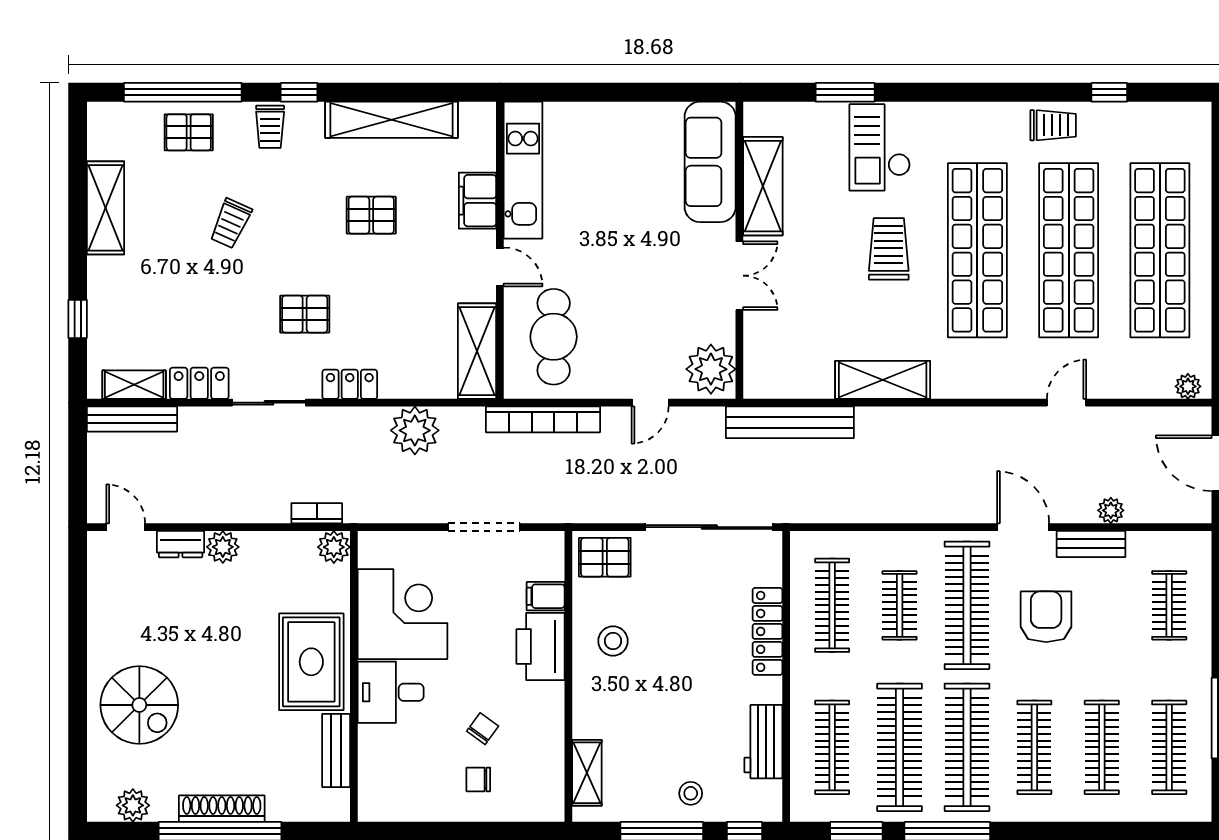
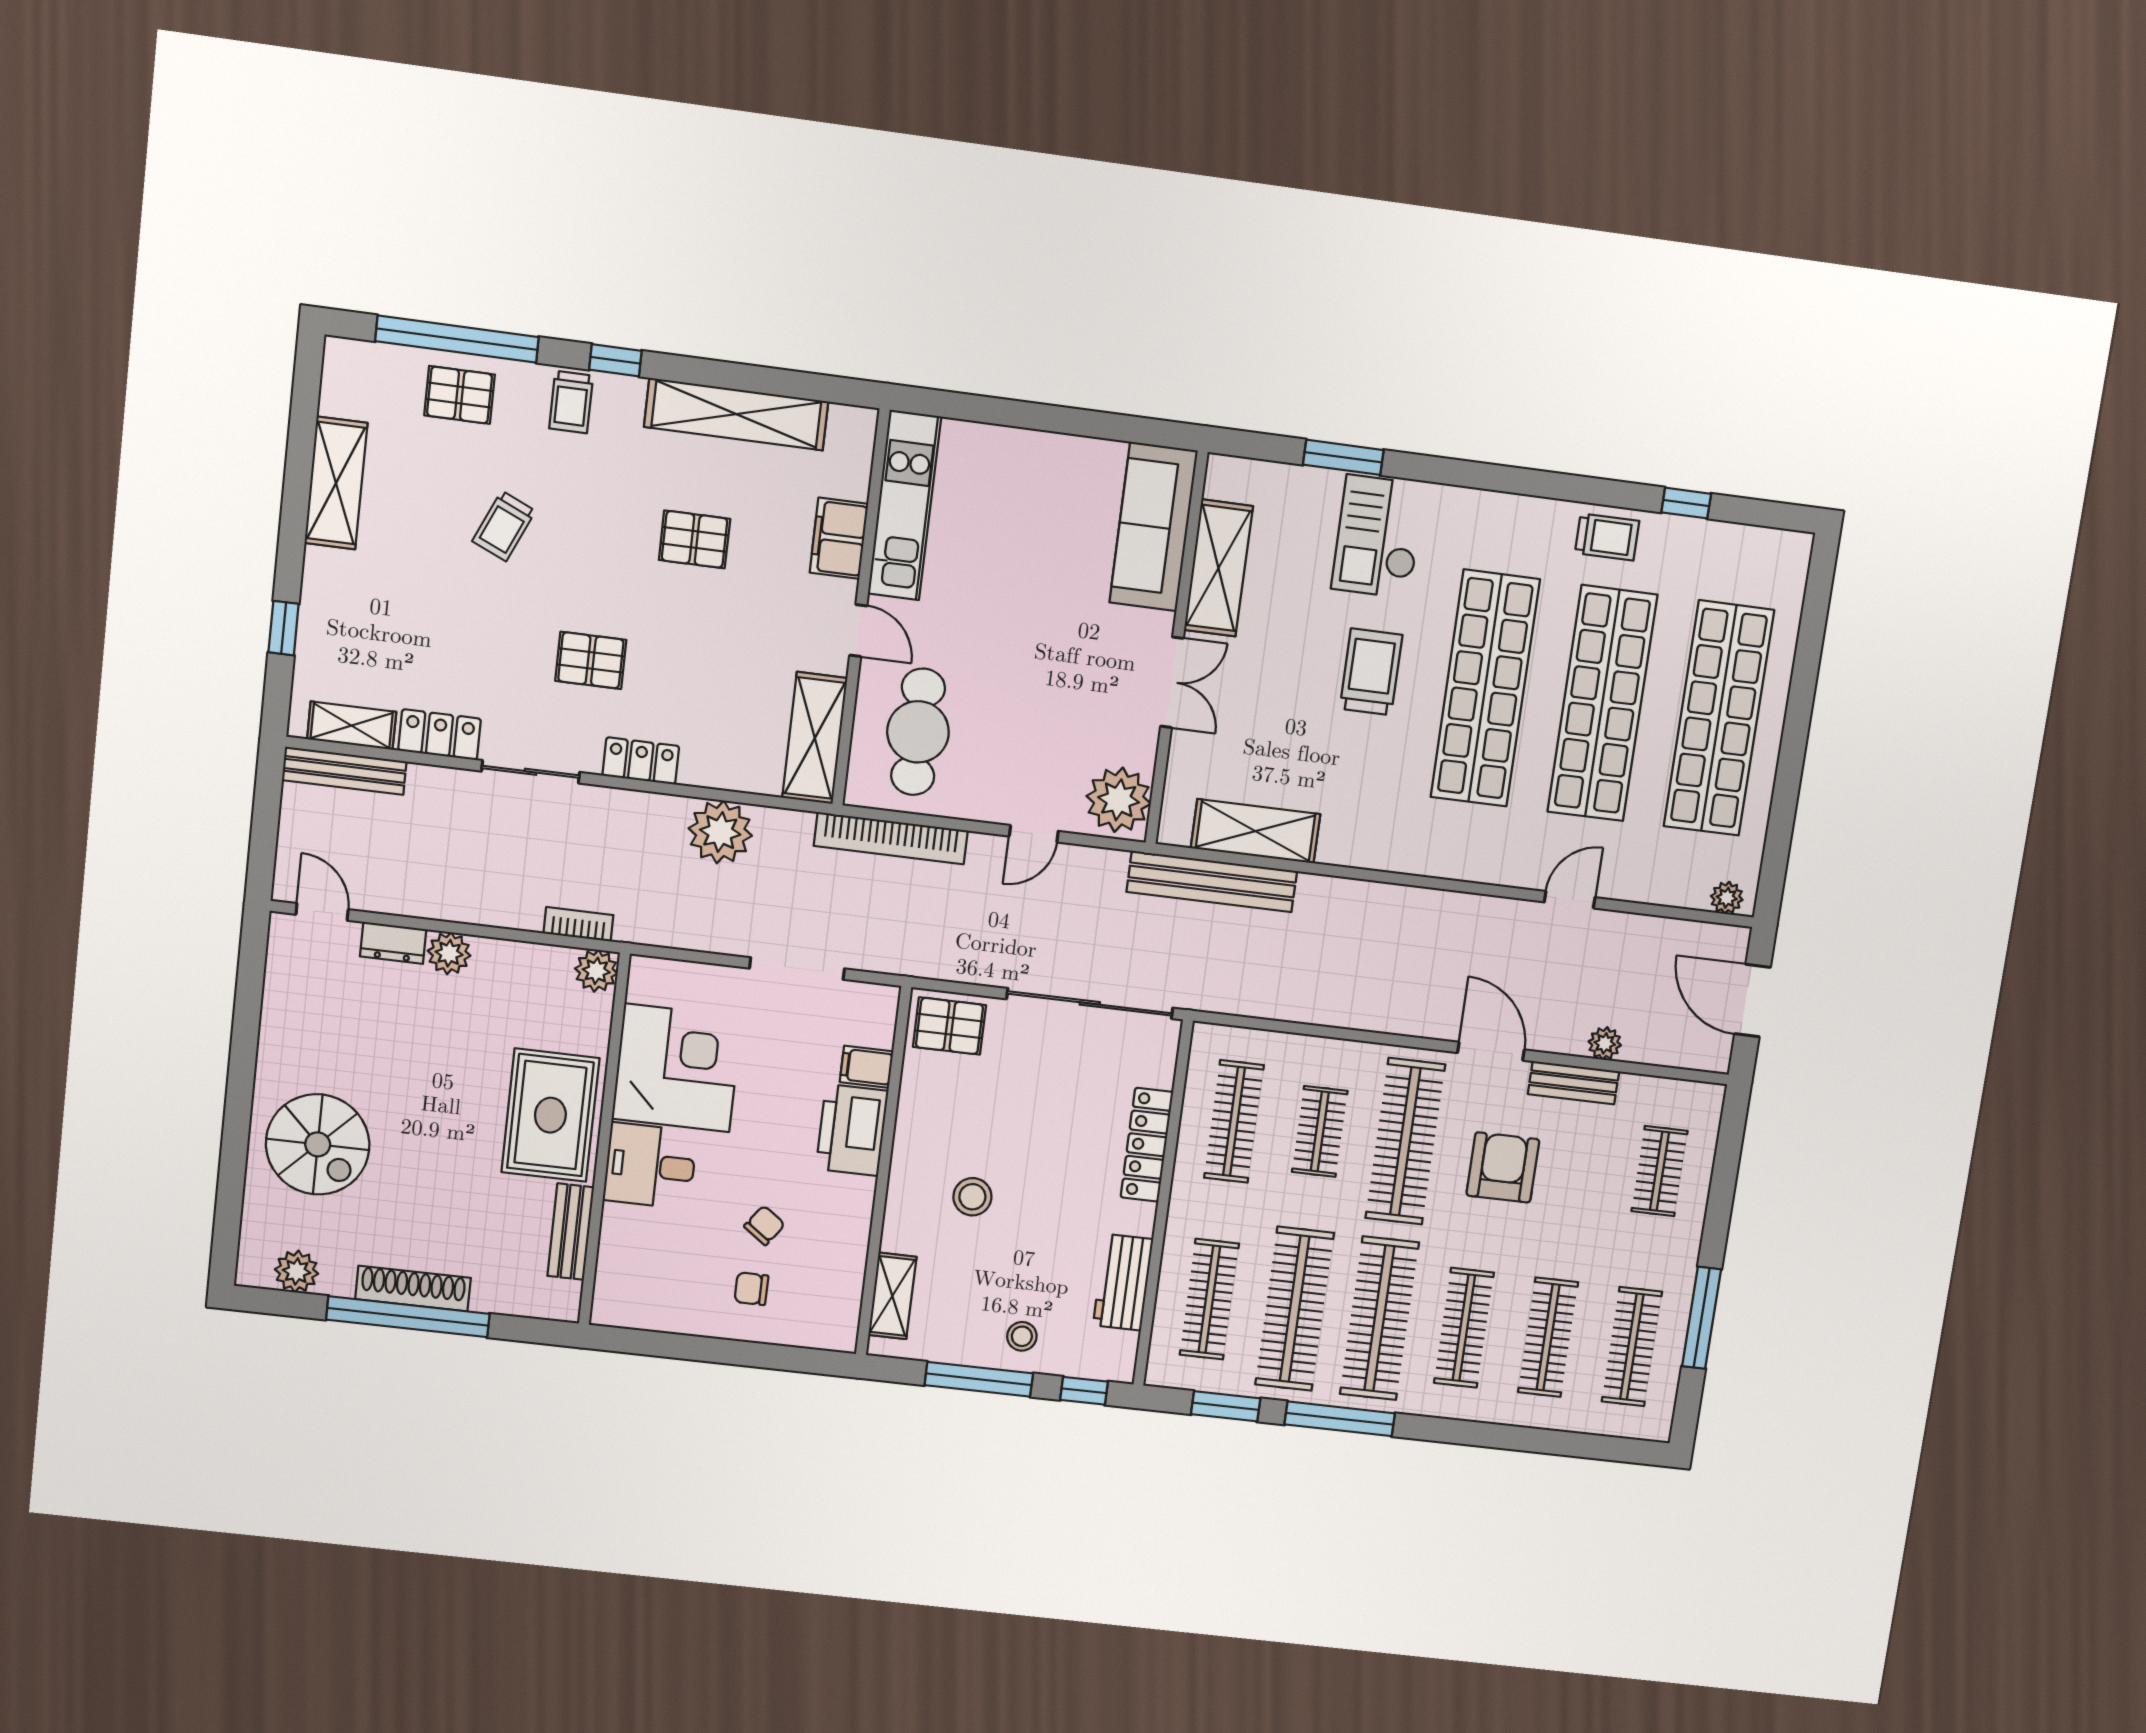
shelving: (883, 380) -> (1256, 831), moved
stool: (613, 641) -> (972, 1197), moved

